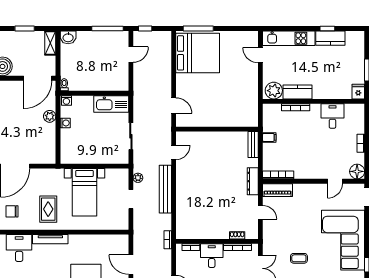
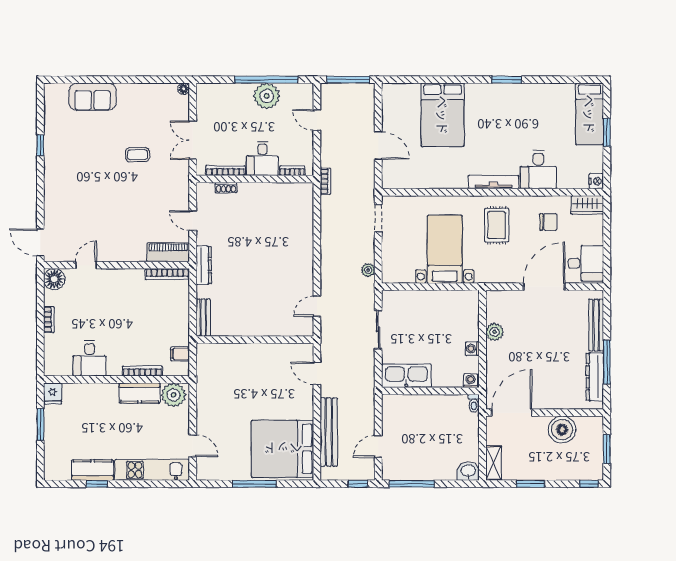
window: (198, 29) -> (254, 484), moved
plant: (50, 116) -> (495, 332), moved
filing cabinet: (269, 137) -> (180, 354), moved
bench: (165, 189) -> (329, 432), moved
doorway: (131, 199) -> (378, 218), moved
corner sofa: (343, 240) -> (74, 181), removed

